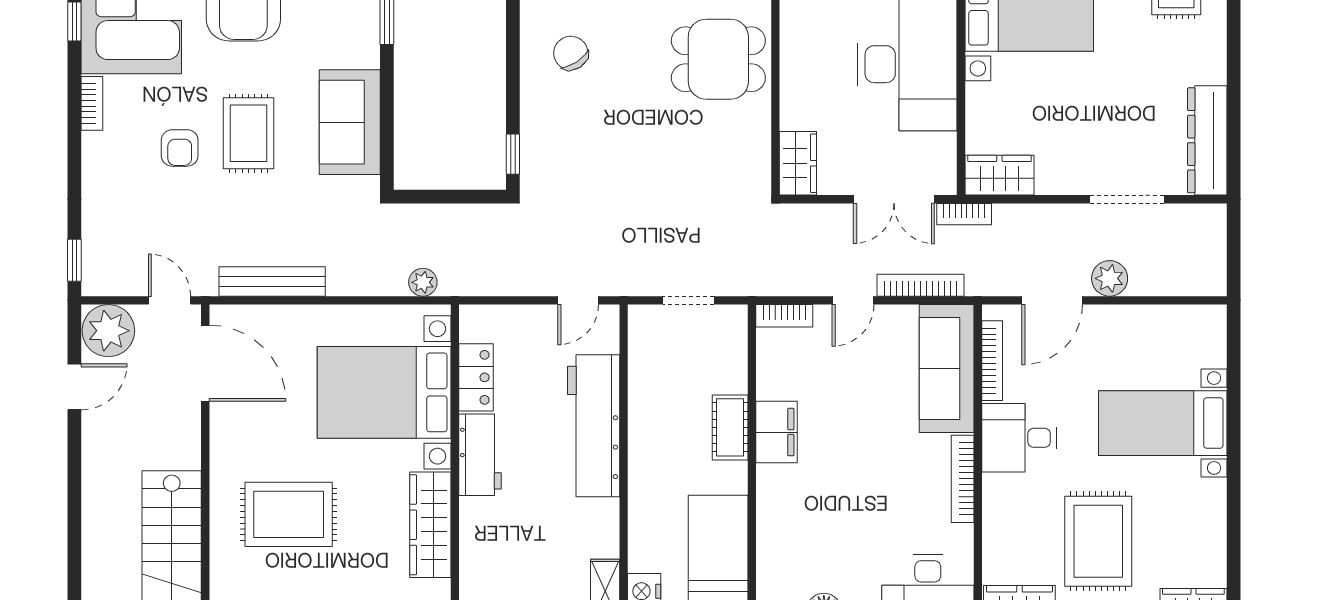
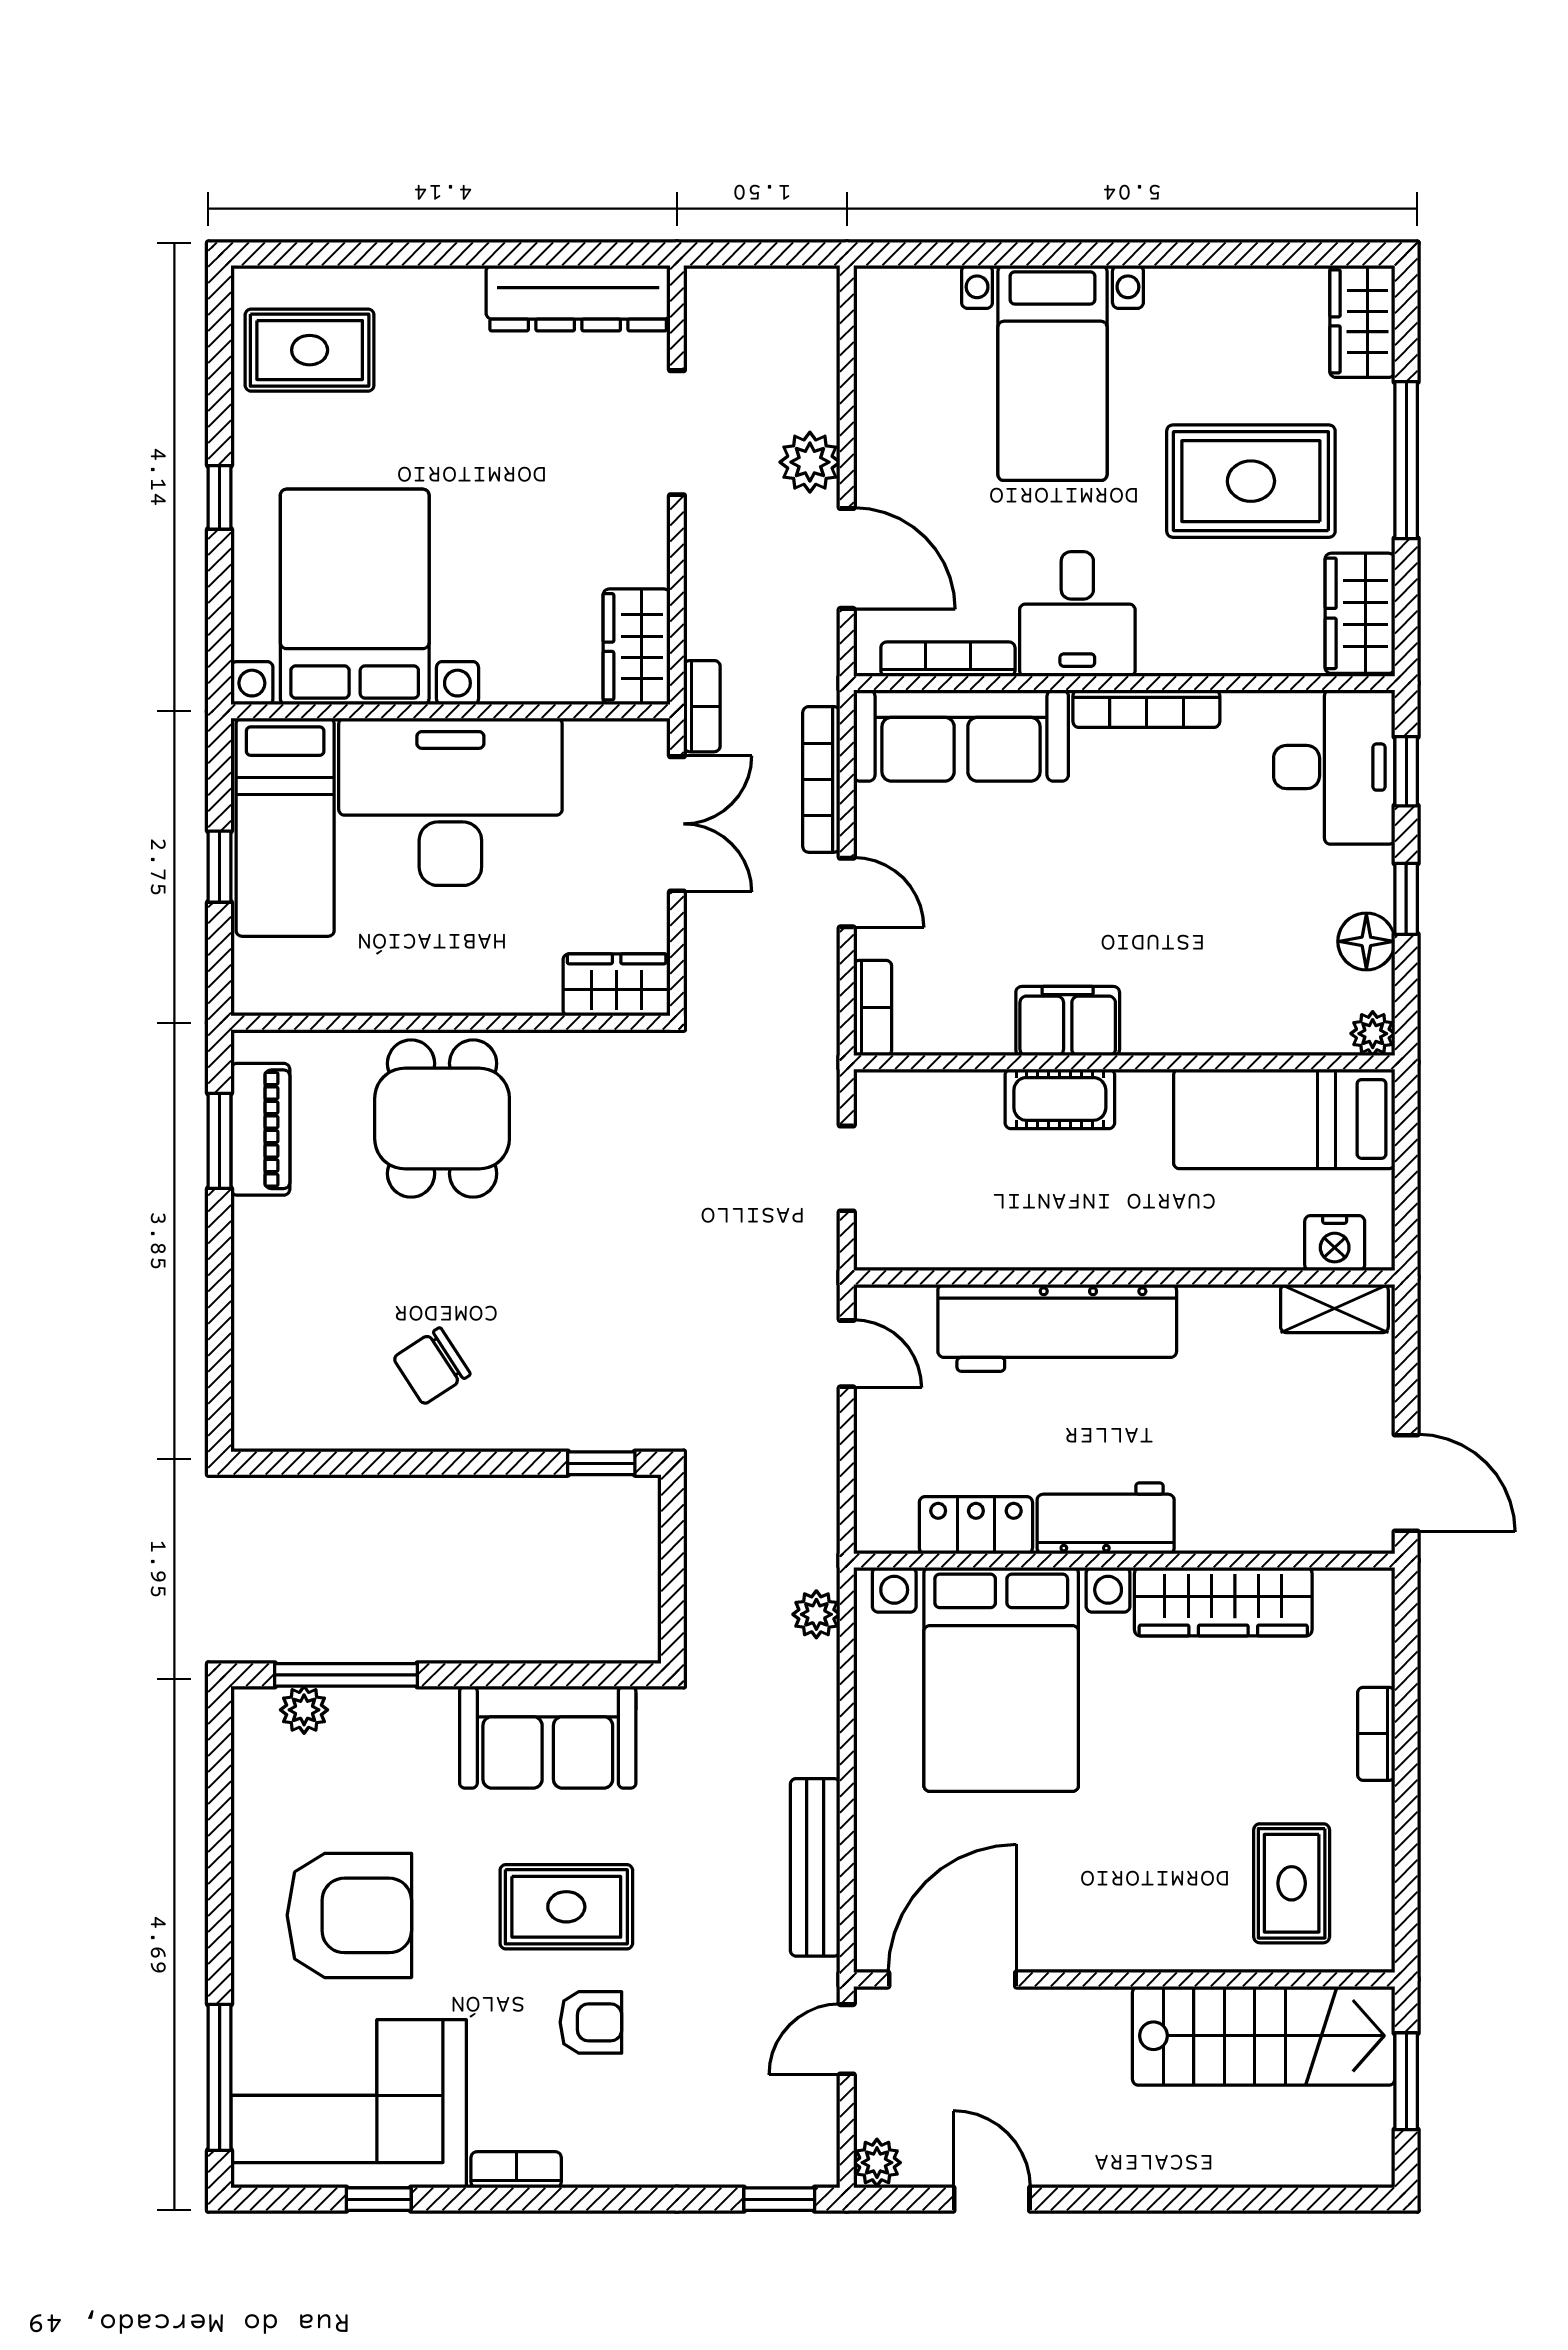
plant: (108, 331) -> (877, 2163), width x0.53, depth x0.53
rug: (289, 514) -> (1292, 1883), moved, width x0.73, depth x0.70

